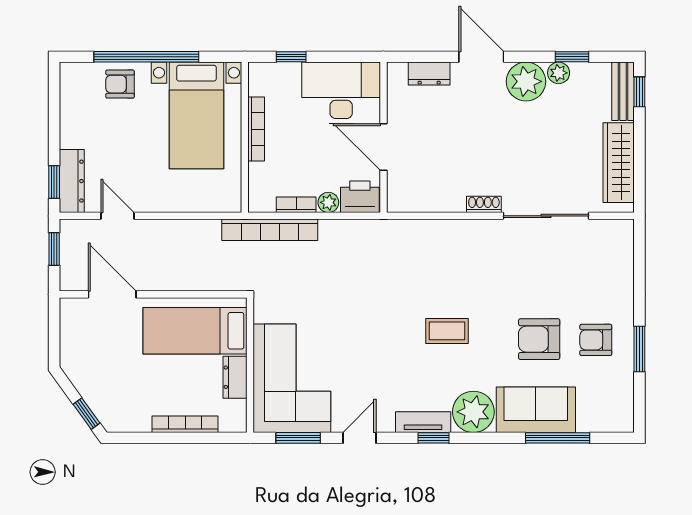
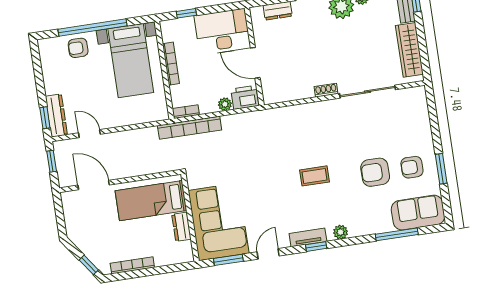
bookcase: (296, 205) -> (186, 112), moved
sofa: (536, 410) -> (418, 213), moved
plant: (473, 412) -> (341, 232), width x0.53, depth x0.53
bookcase: (185, 424) -> (132, 265), moved

